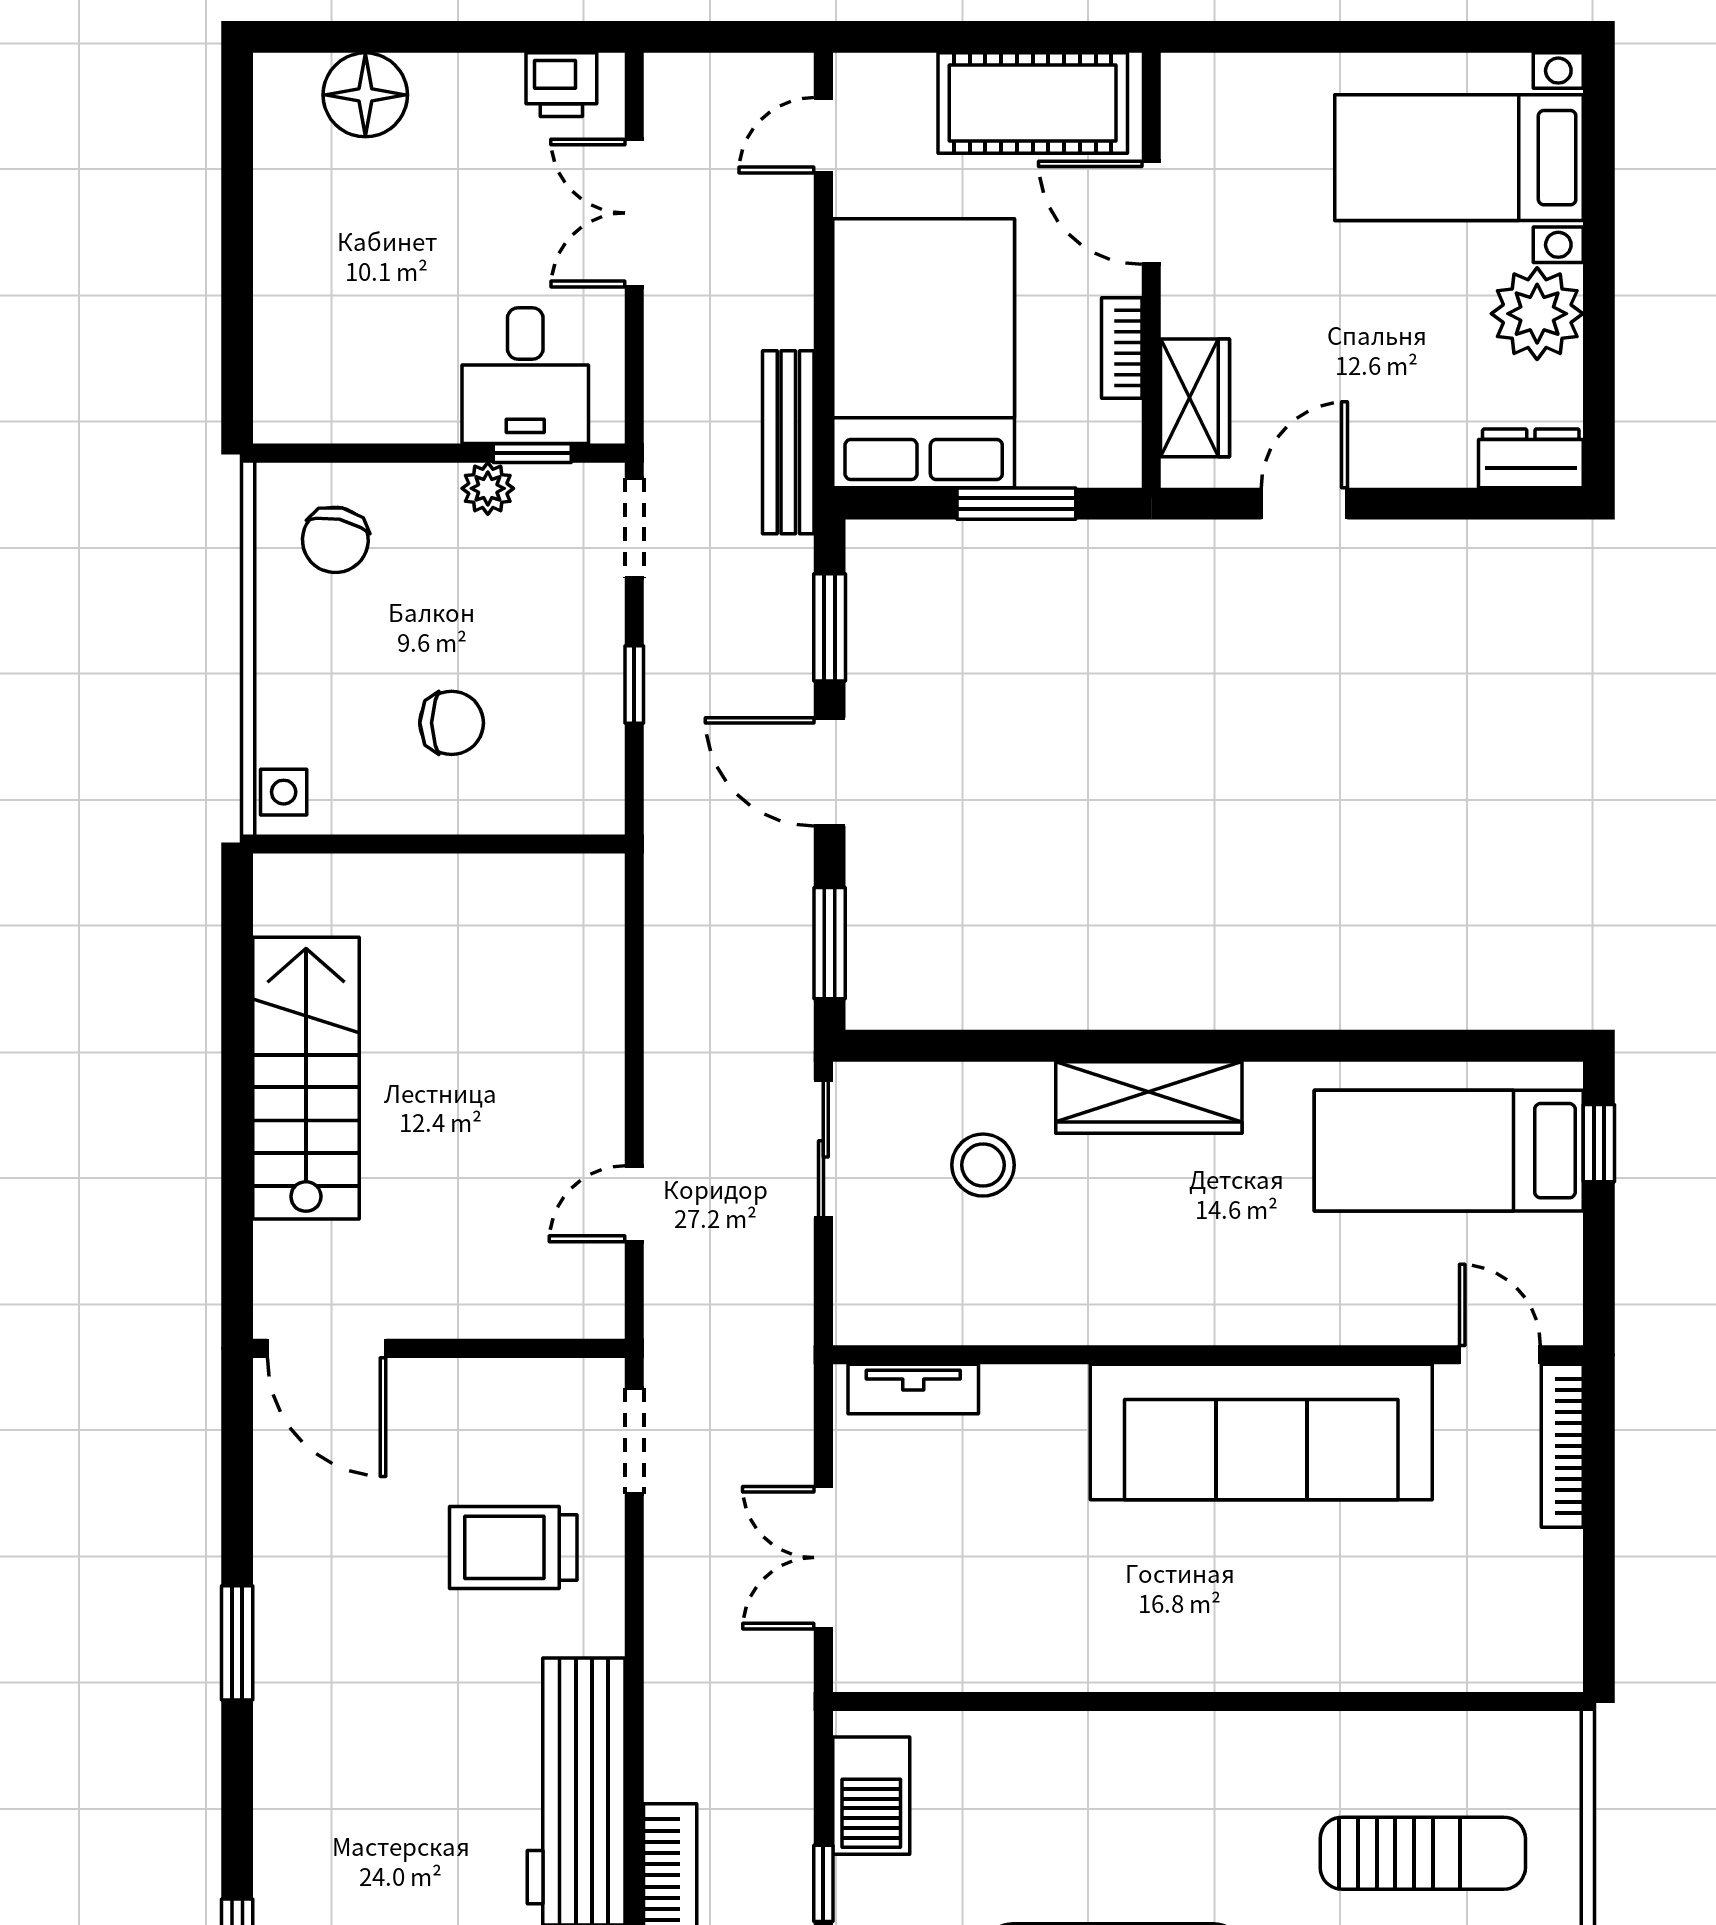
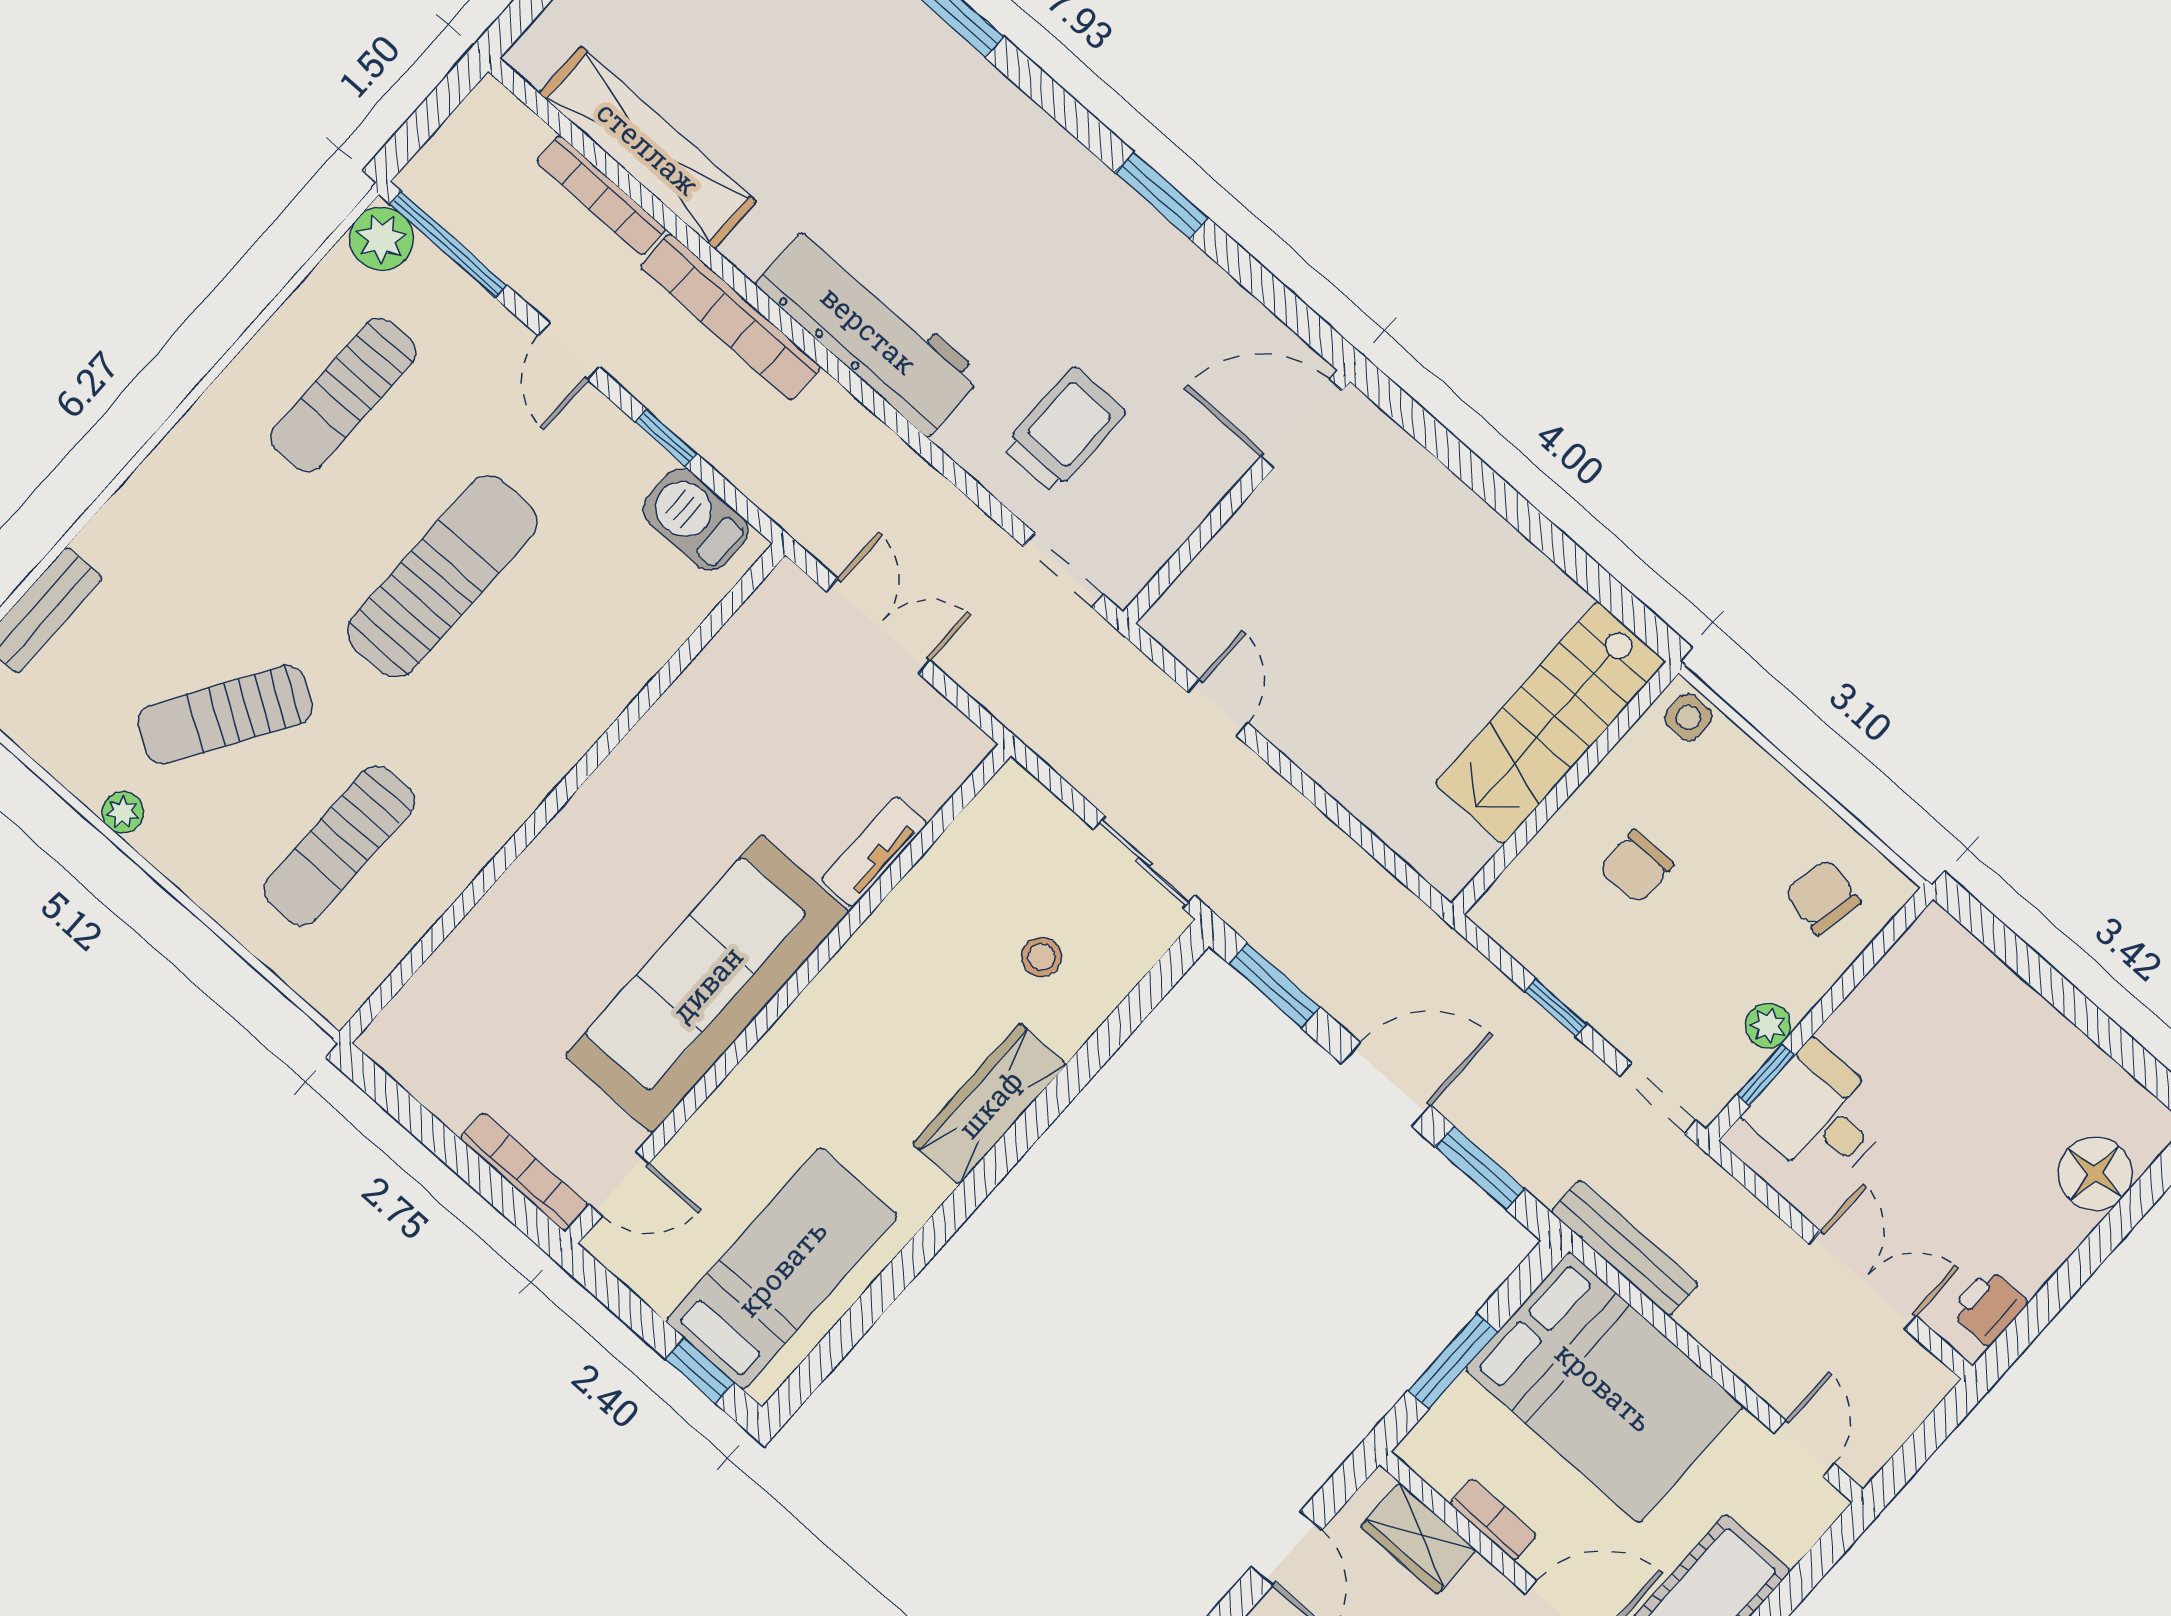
stairs: (306, 1078) -> (1550, 723), moved, turned 90
stool: (983, 1165) -> (1041, 957), width x0.73, depth x0.73
tv unit: (913, 1389) -> (874, 852), moved

